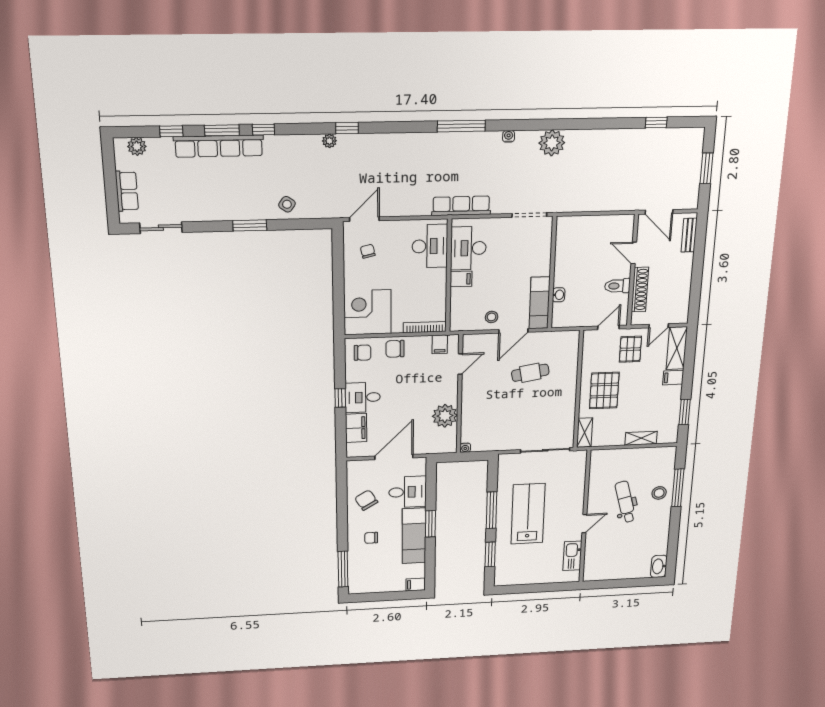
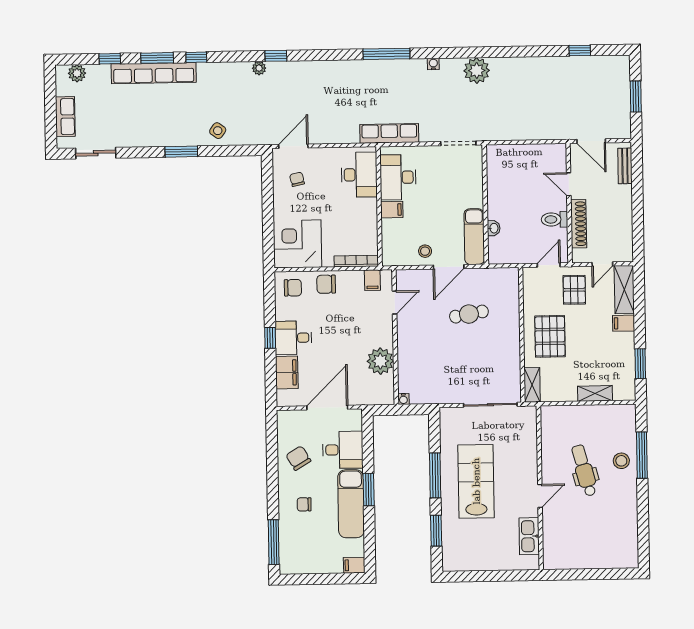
washbasin: (659, 566) -> (630, 554), removed

